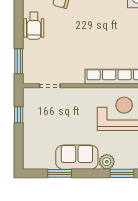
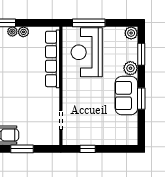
window: (19, 61) -> (22, 149), moved
window: (60, 173) -> (141, 99), moved

